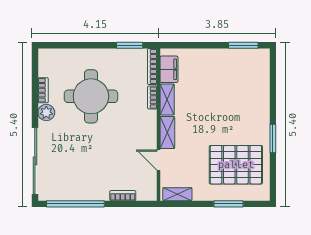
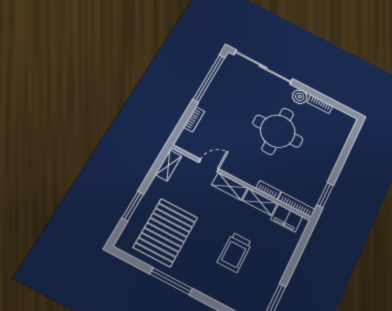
round table: (91, 96) -> (278, 131), moved
trolley: (222, 99) -> (235, 252), added
window: (273, 138) -> (171, 281), width x1.44

